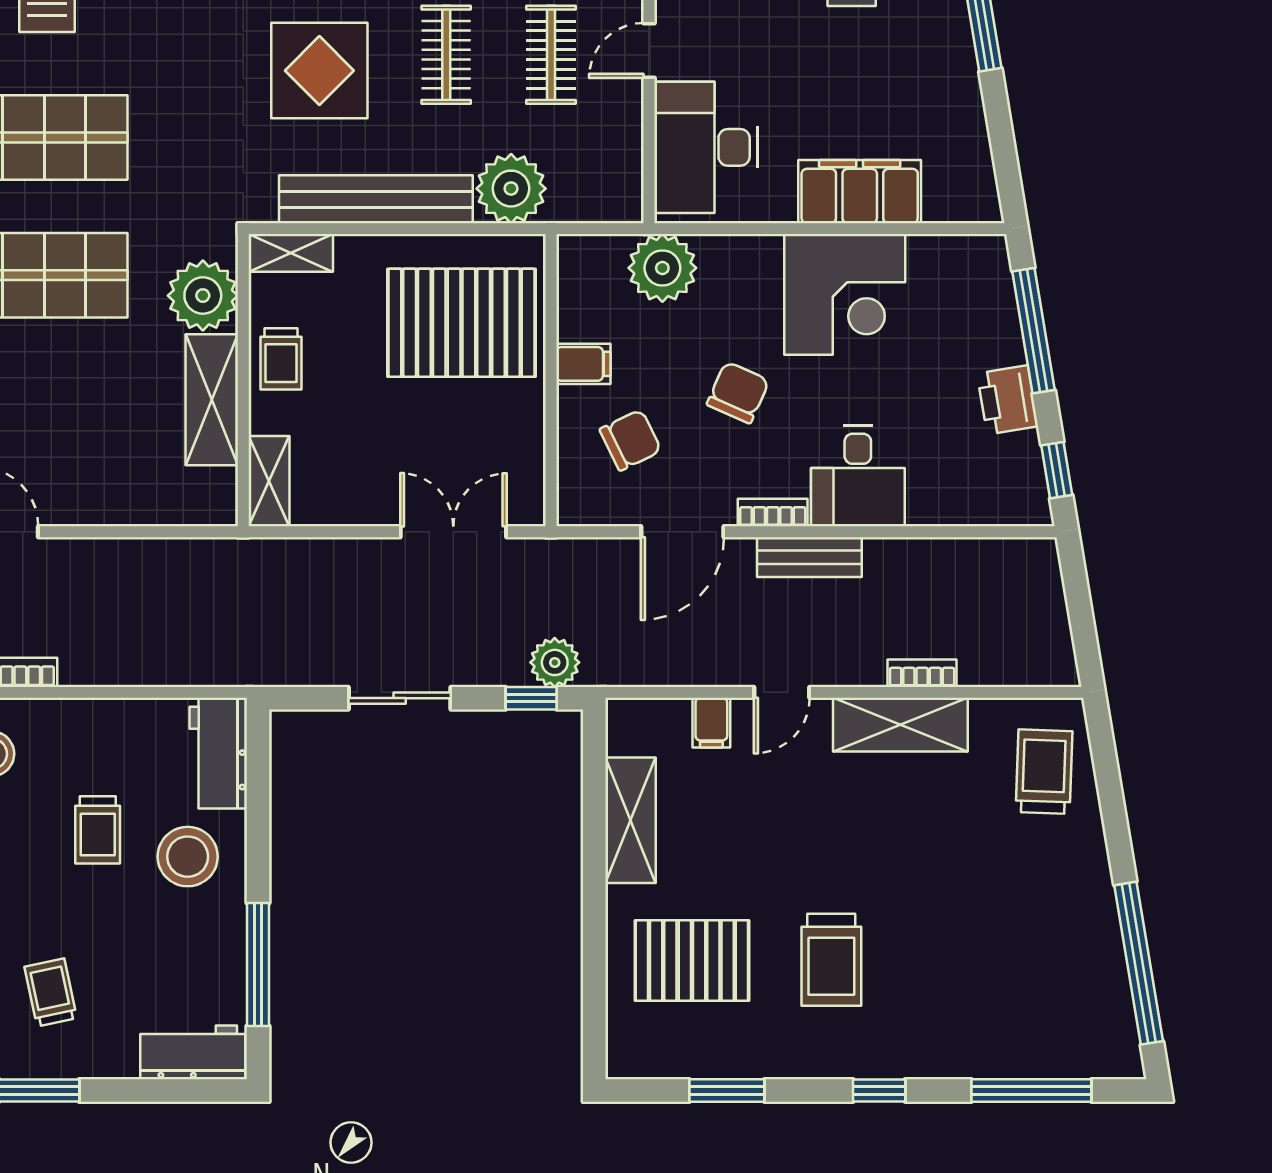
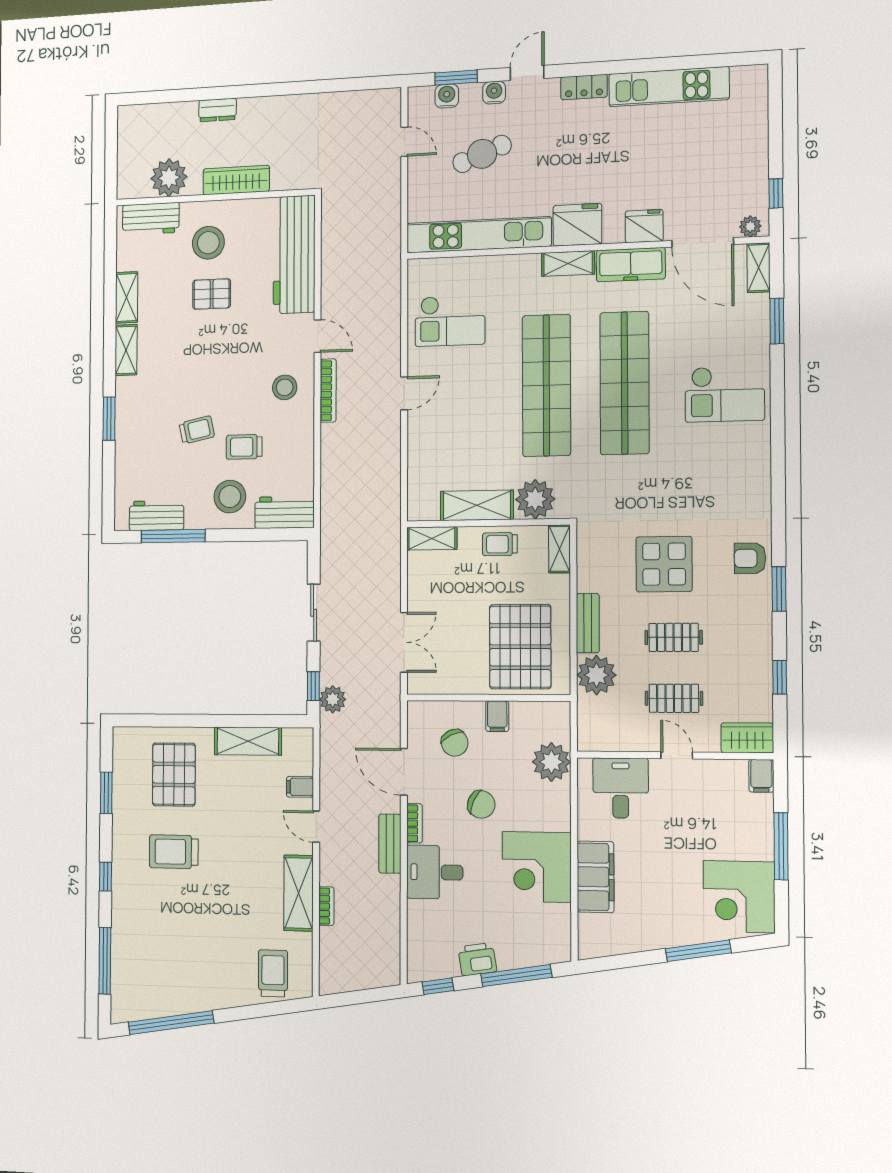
desk: (706, 147) -> (621, 788), width x0.73
bench: (376, 199) -> (588, 623), width x0.54, depth x0.82
trolley: (1044, 772) -> (273, 973), turned -92
trolley: (51, 992) -> (197, 430), moved
workbench: (193, 1052) -> (156, 516), moved, turned -90

